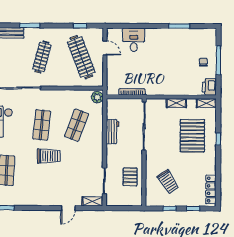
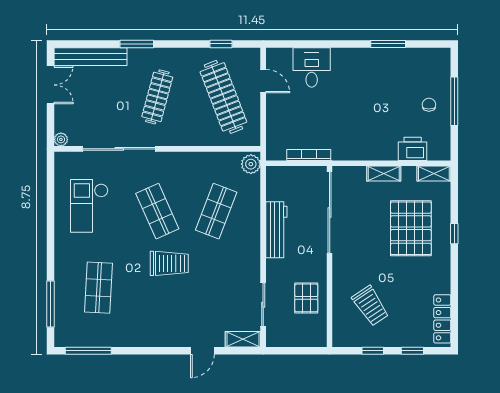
printer: (209, 87) -> (413, 149), moved, turned 90
shop shelf: (42, 125) -> (157, 211), turned -30
workbench: (112, 132) -> (276, 230), width x1.38

